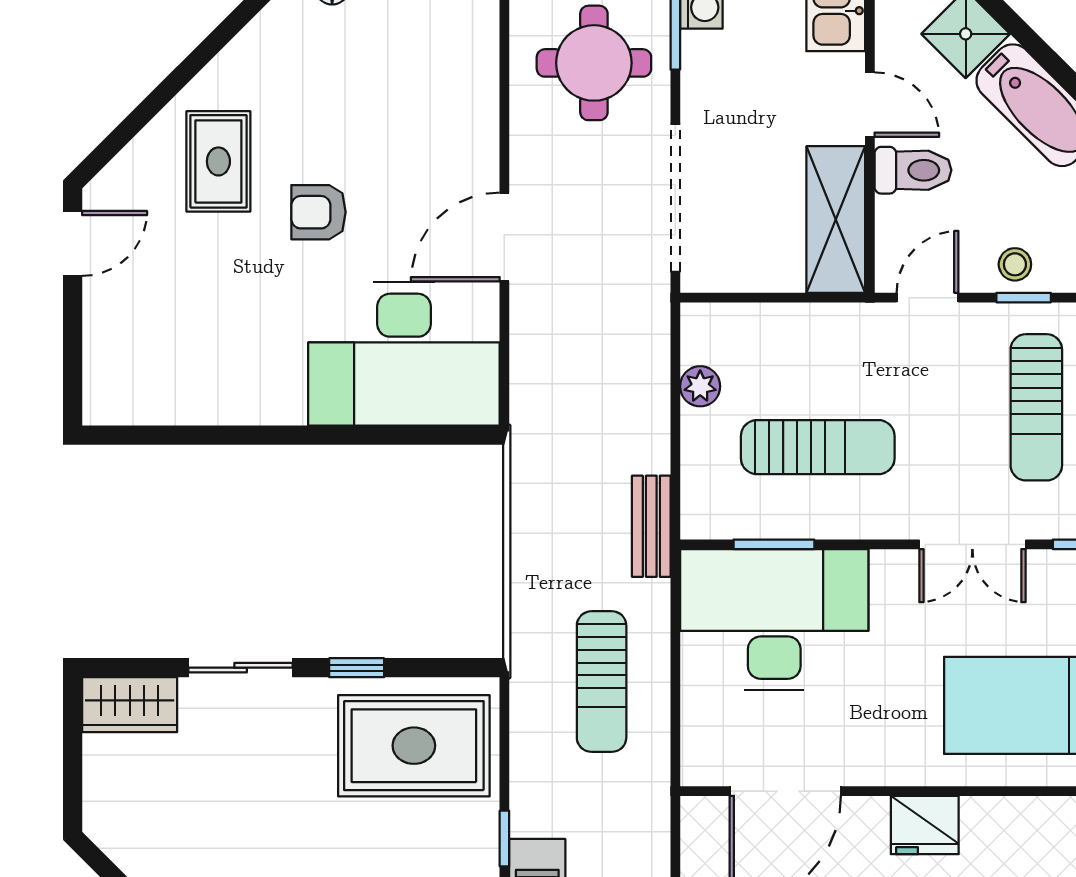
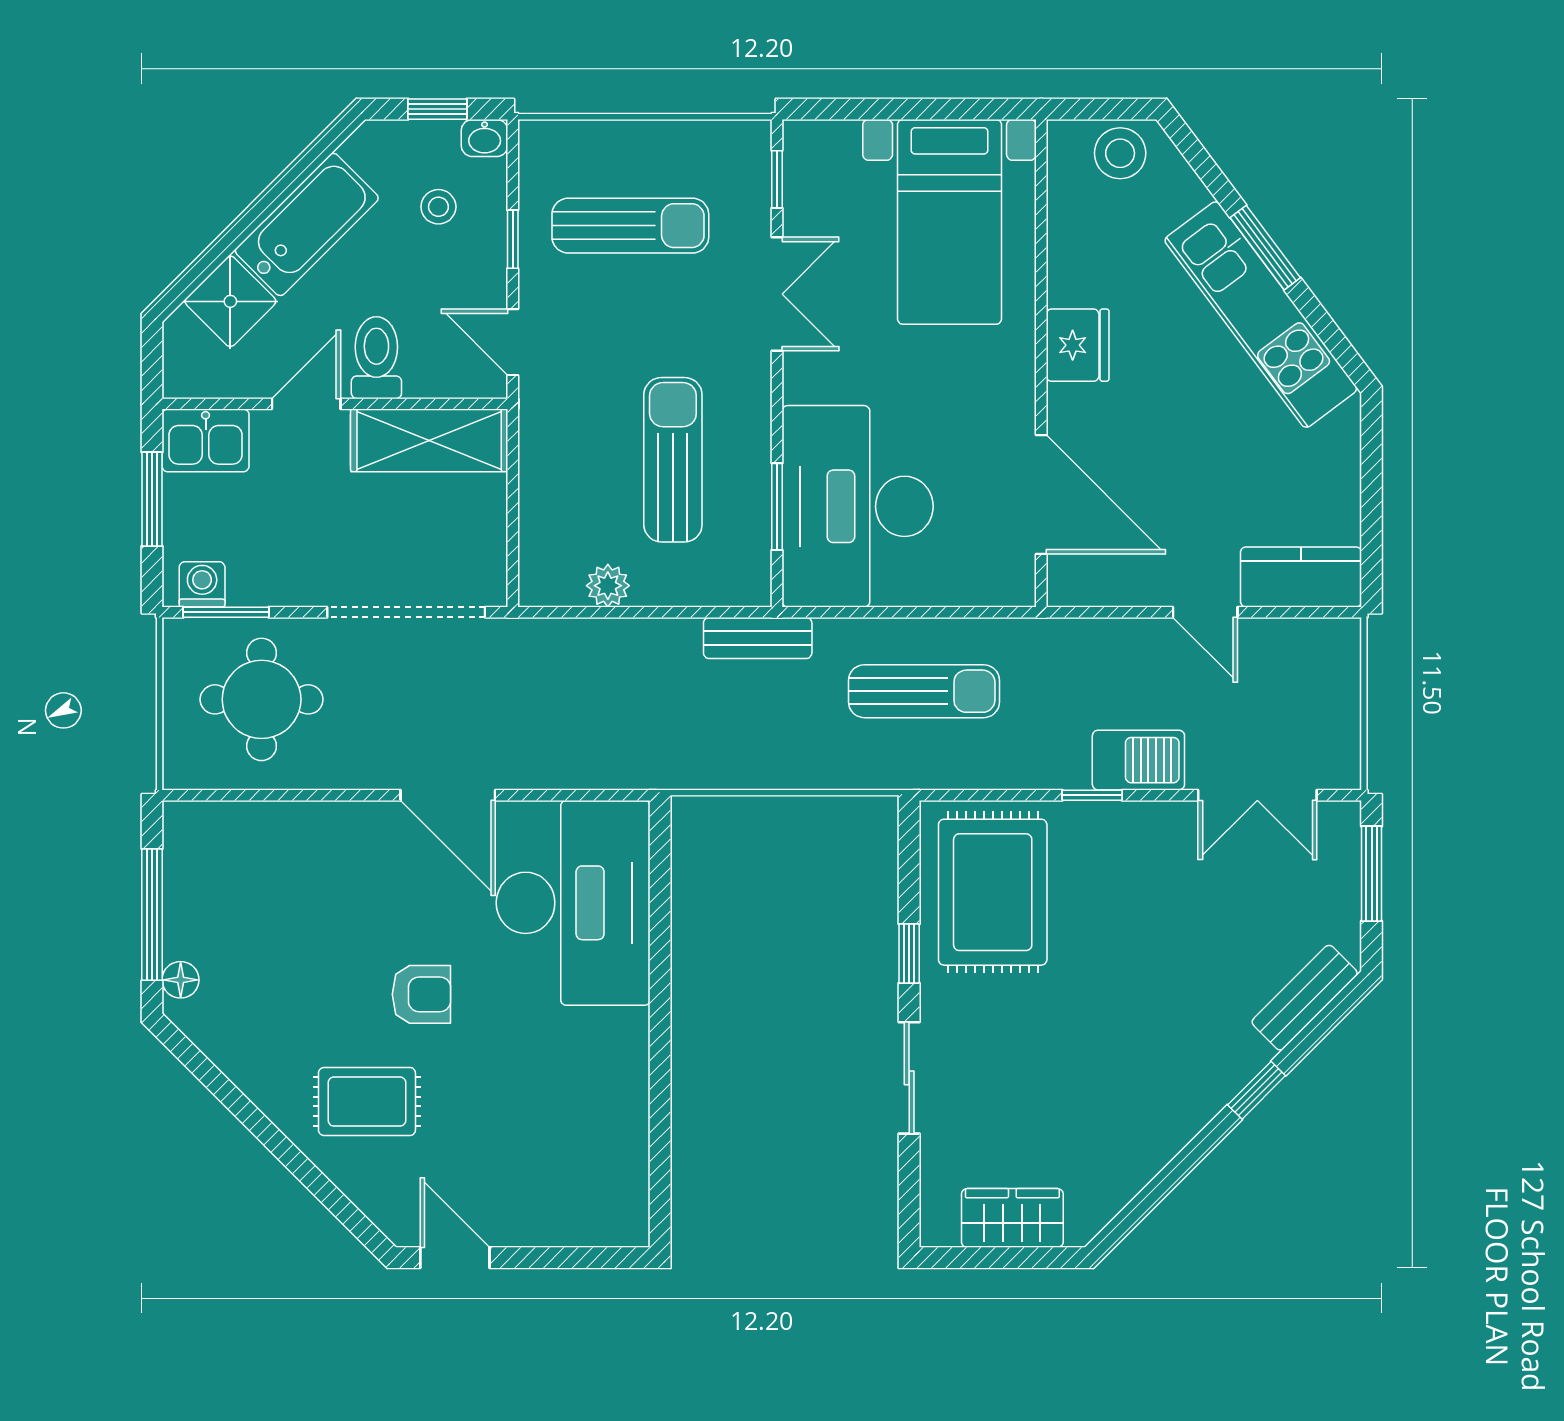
armchair: (318, 212) -> (421, 994), turned -90
stool: (1015, 264) -> (438, 207), moved
wardrobe: (130, 705) -> (1012, 1218), moved, turned -90

